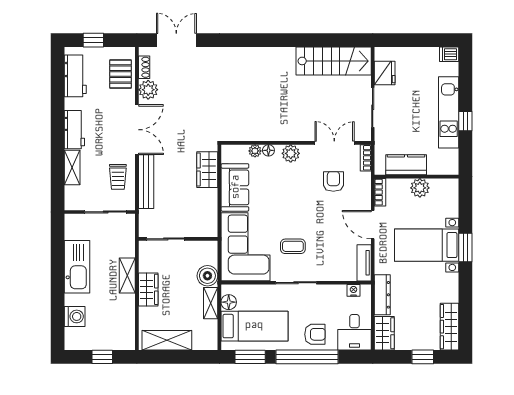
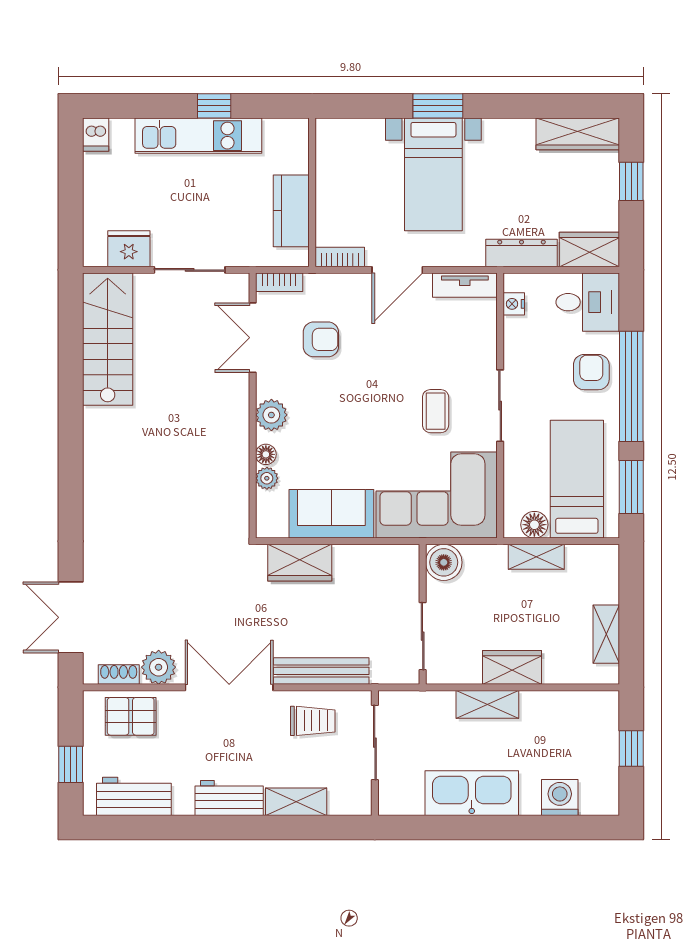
armchair: (333, 181) -> (321, 339), turned 180
plant: (420, 188) -> (332, 187), removed
boiler: (207, 276) -> (444, 562), moved
shelving: (167, 340) -> (606, 634), width x0.67, depth x0.75

